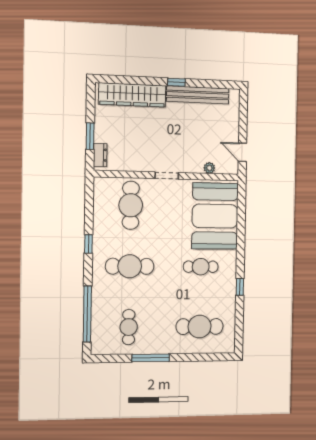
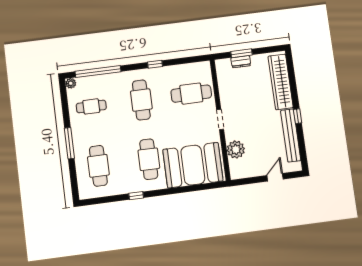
door: (242, 152) -> (275, 177), moved
dresser: (100, 155) -> (241, 62), moved
plant: (209, 168) -> (236, 149), width x1.88, depth x1.88
cafe table: (201, 267) -> (149, 159), width x1.37, depth x1.35
plant: (97, 349) -> (71, 83), added
window: (151, 358) -> (69, 143), moved

